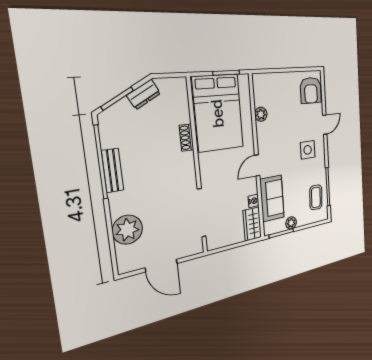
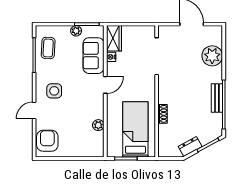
bed: (218, 113) -> (135, 129), width x0.67

